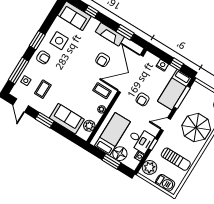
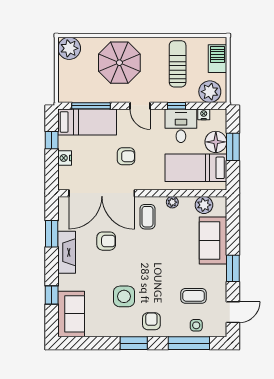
side table: (59, 41) -> (124, 296), moved

